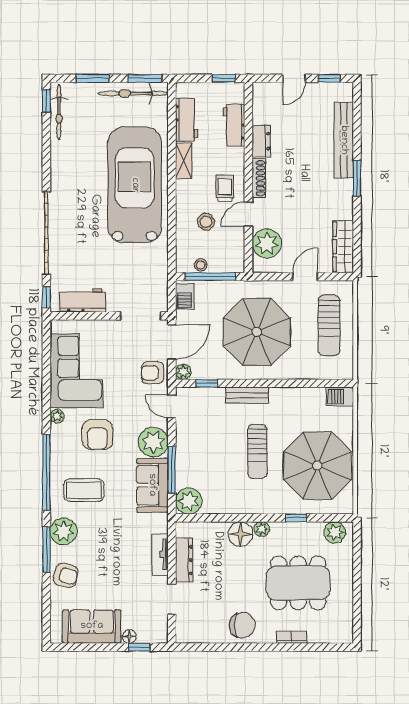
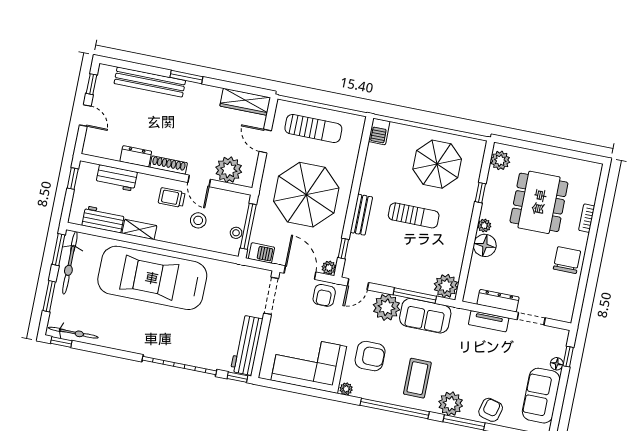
workbench: (83, 300) -> (247, 345), width x1.37
parasol: (317, 466) -> (437, 164), width x0.73, depth x0.73

